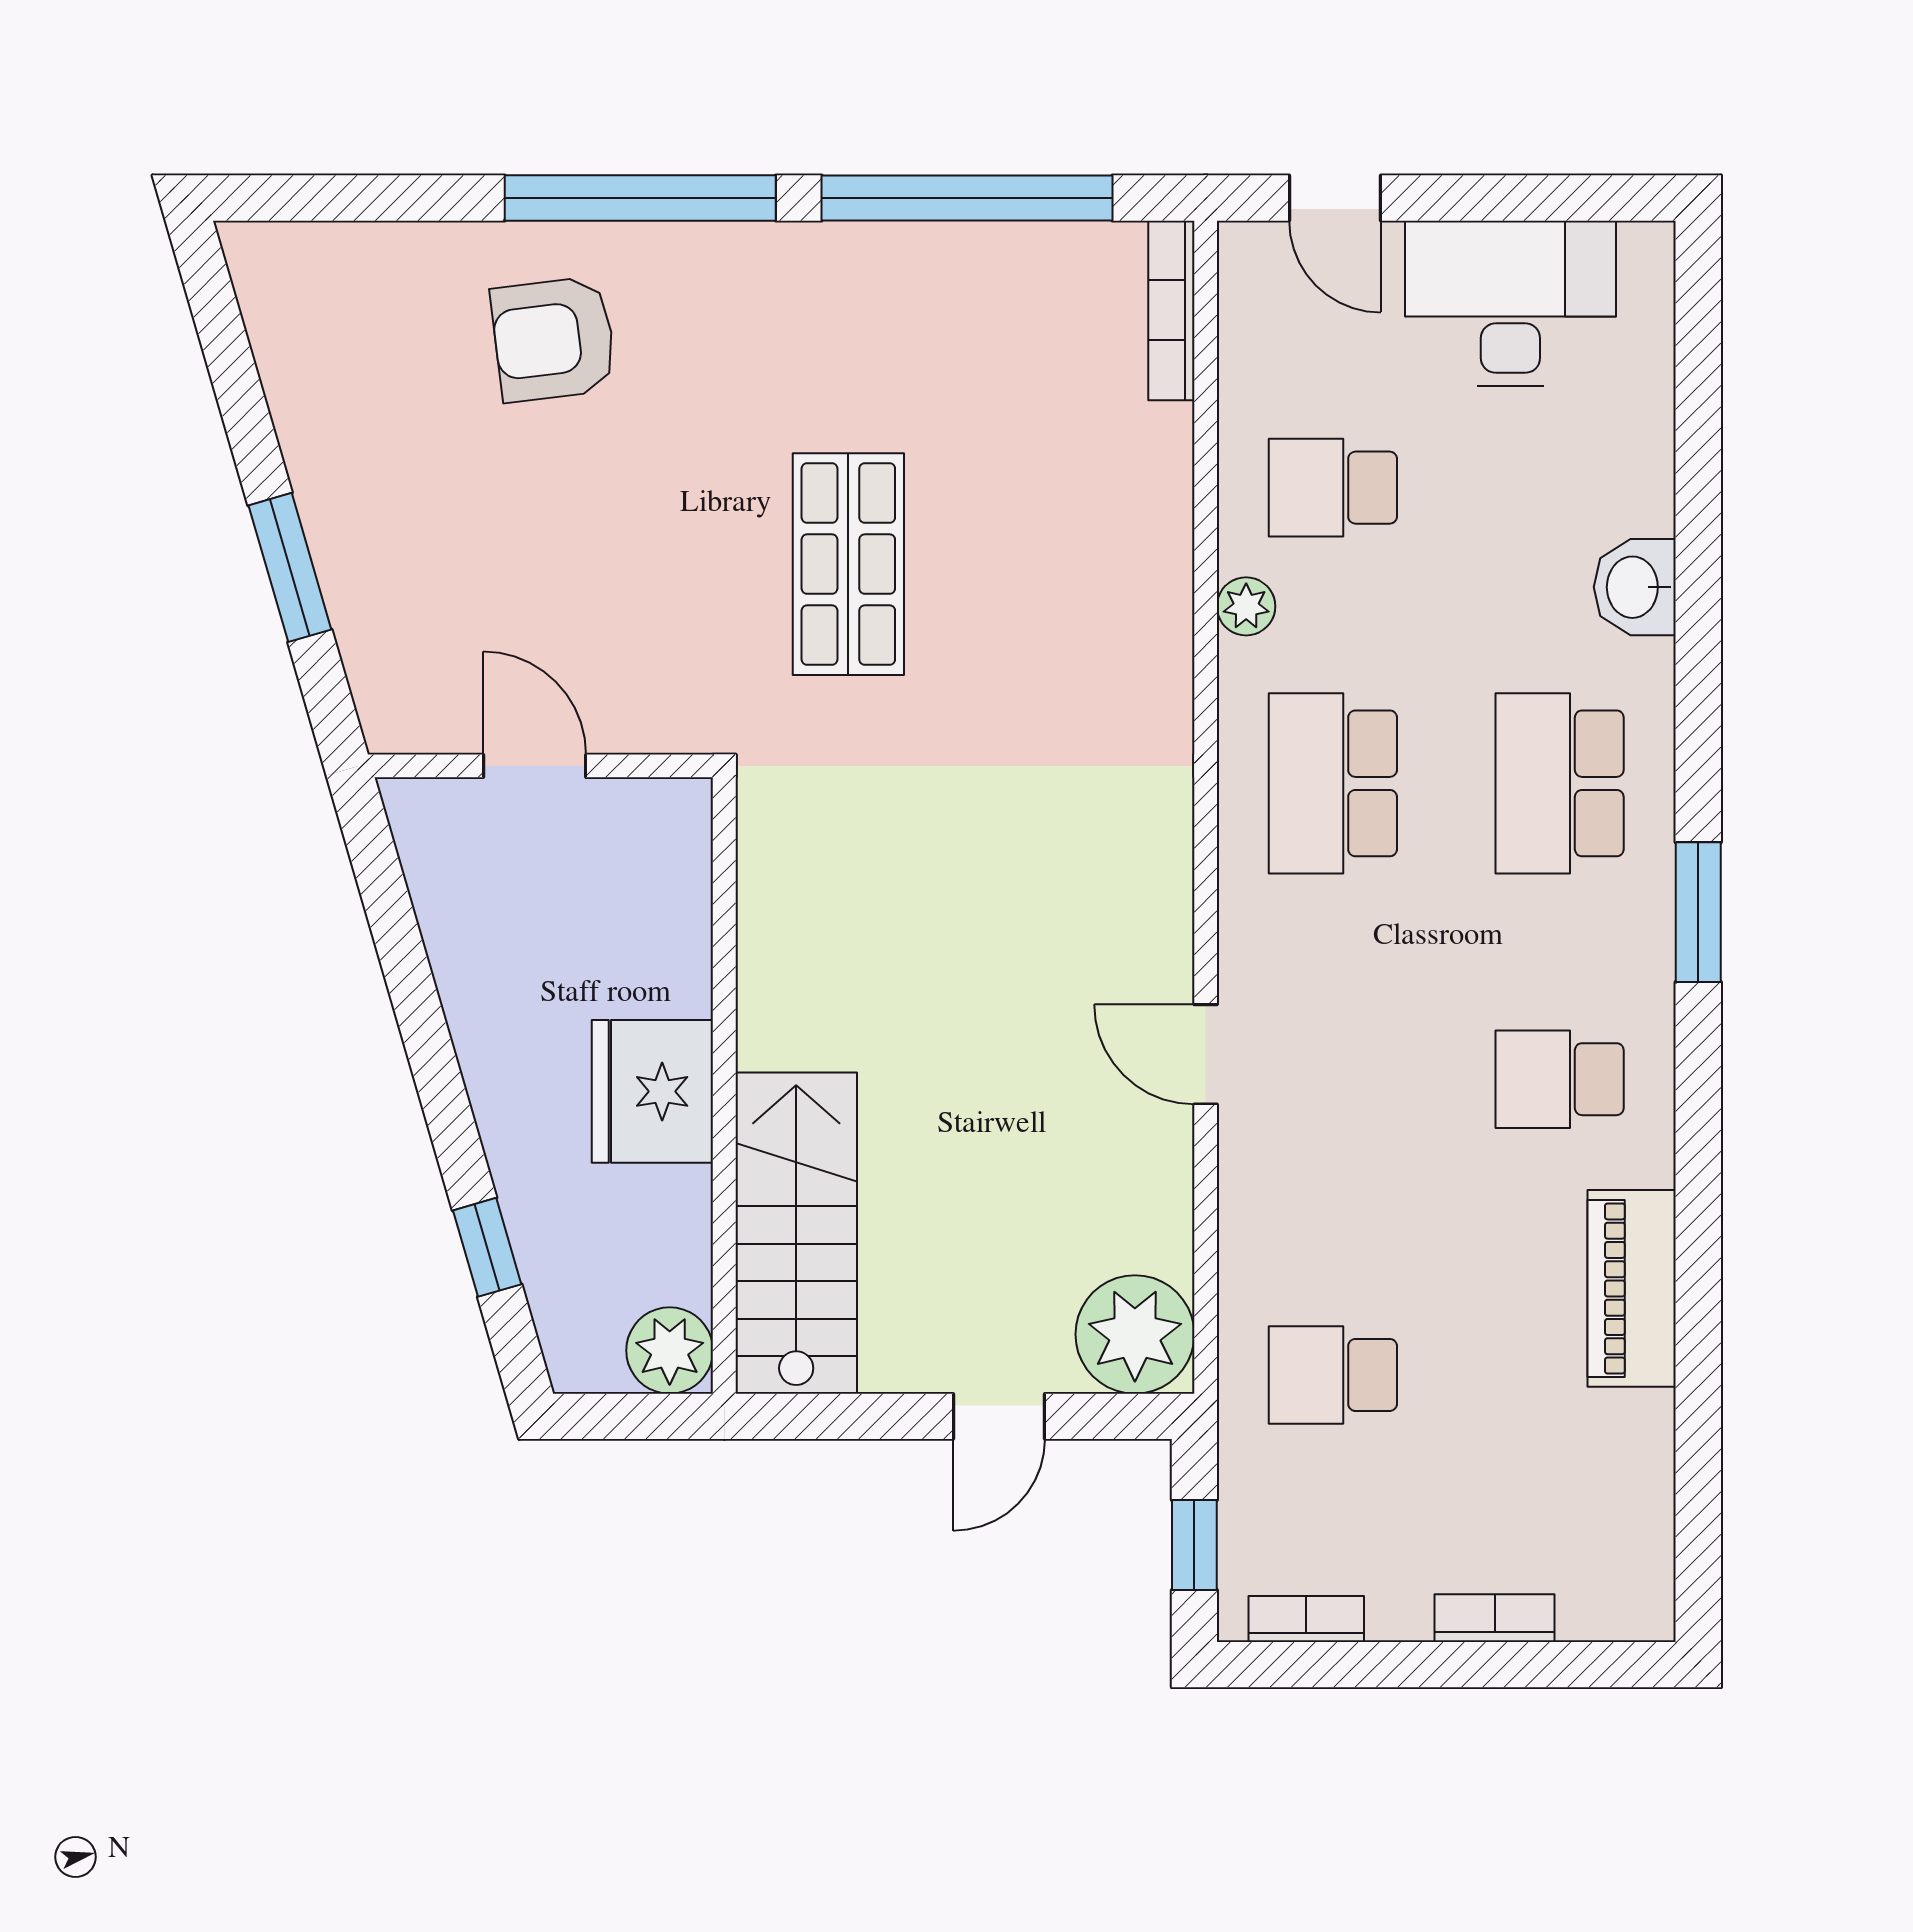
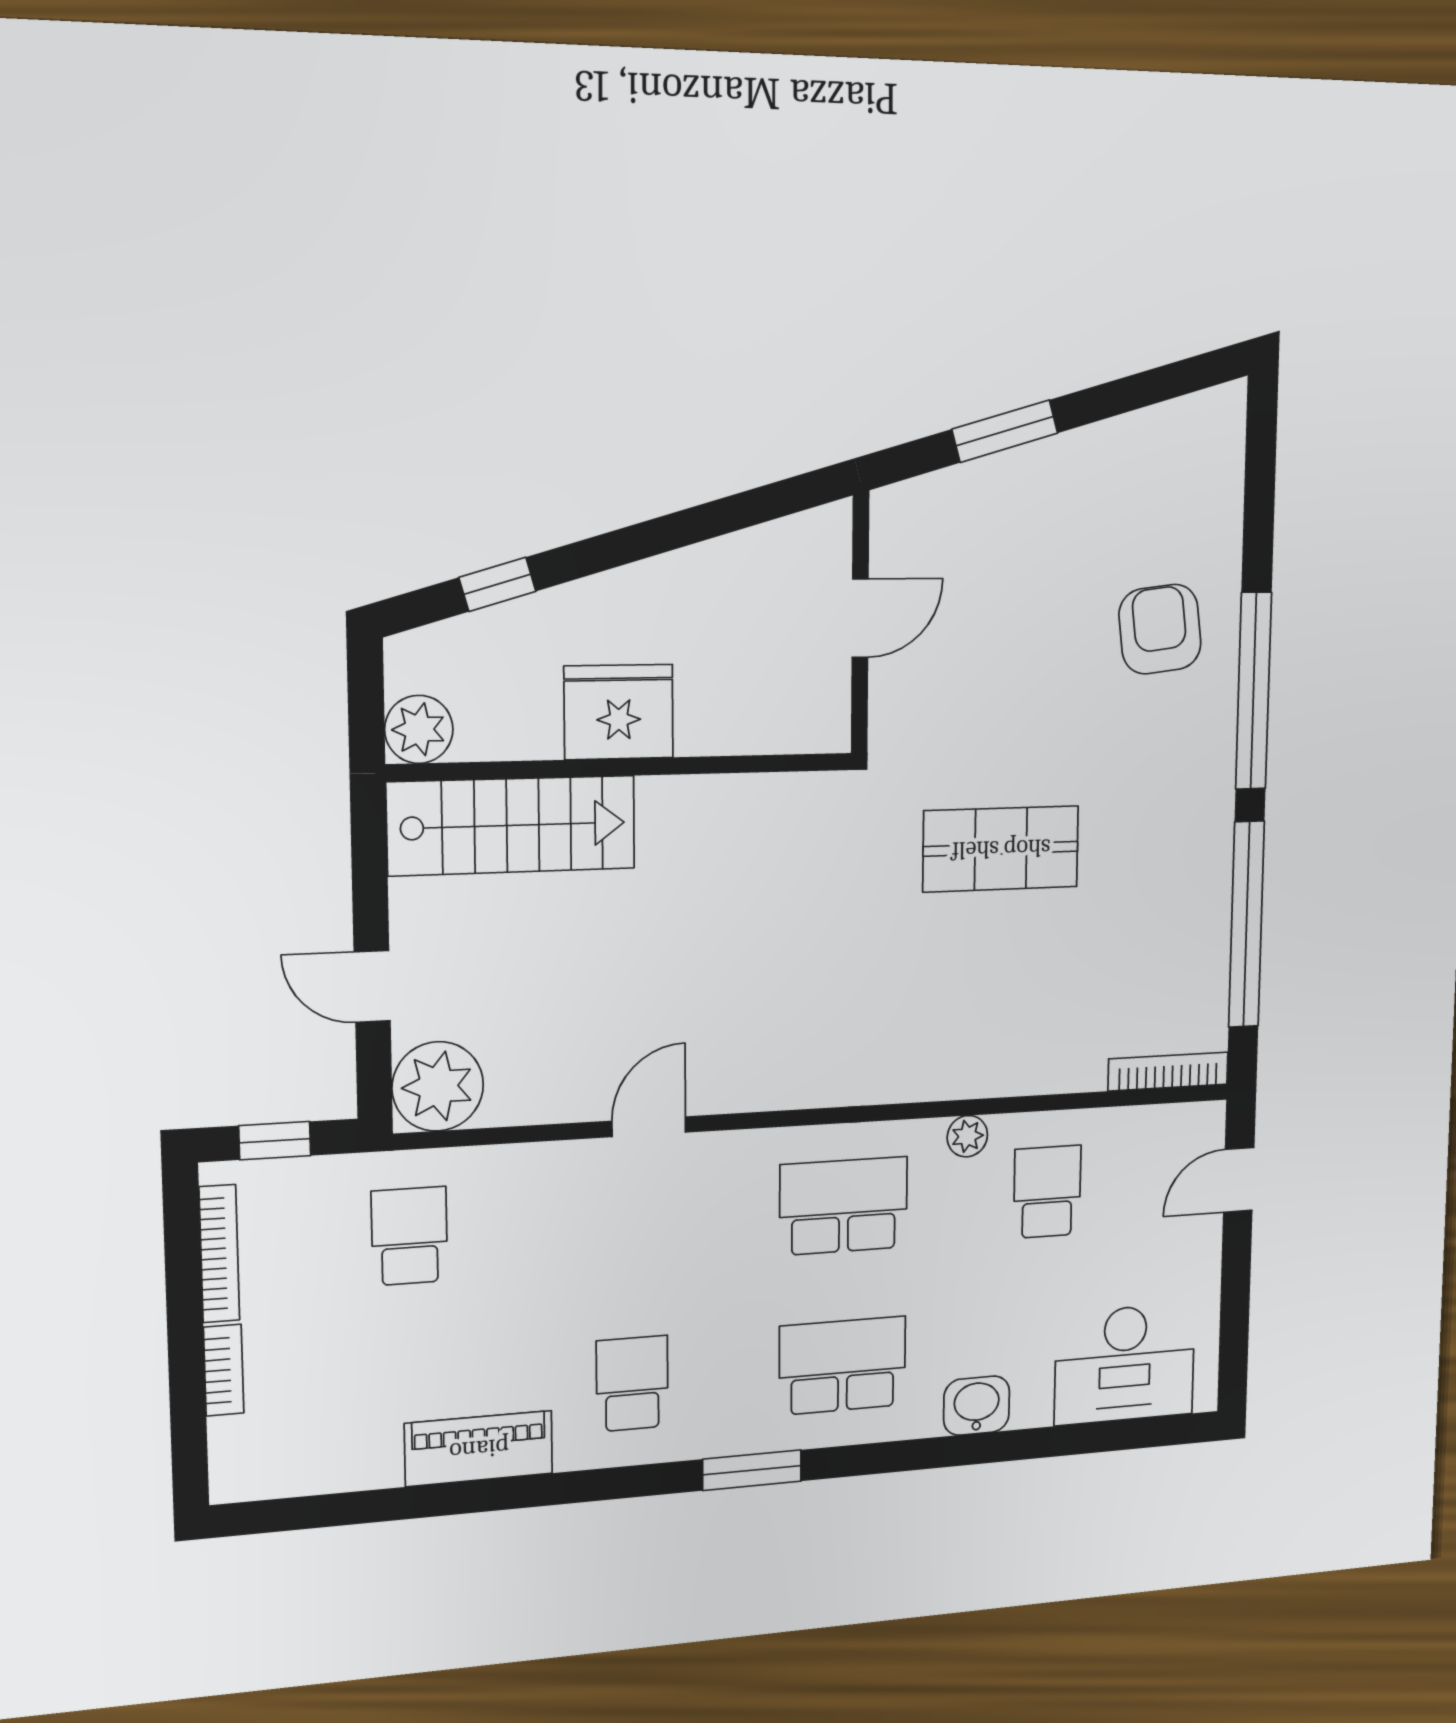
desk: (1510, 303) -> (1125, 1364), moved, turned 90
bookcase: (1306, 1619) -> (219, 1254), width x1.56

